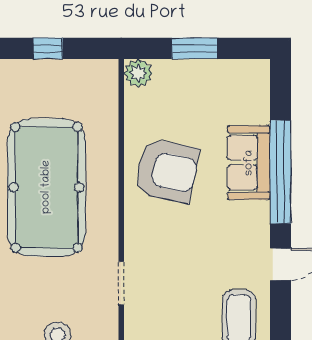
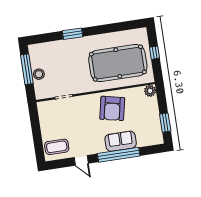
window: (195, 48) -> (165, 123), moved
pool table: (46, 187) -> (118, 63), moved

